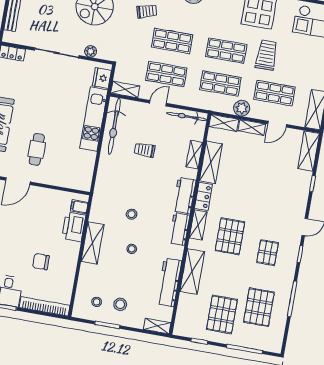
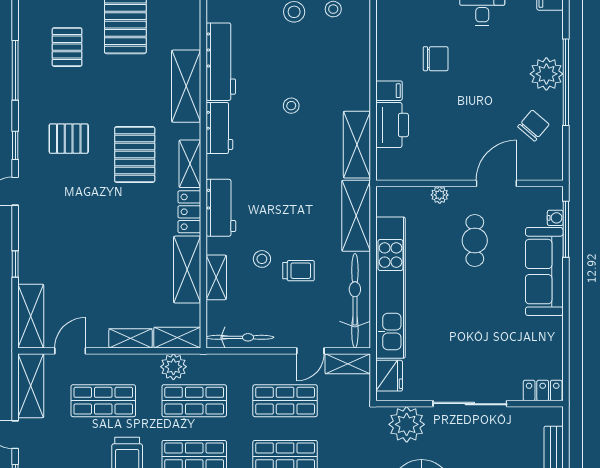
plant: (91, 51) -> (407, 424), width x1.88, depth x1.88
door: (158, 103) -> (310, 351), moved
plant: (242, 108) -> (173, 367), moved
kitchen unit: (94, 119) -> (390, 288), width x1.36
door: (277, 124) -> (70, 351), moved
shelving: (105, 177) -> (356, 216), added
plant: (53, 180) -> (440, 195), added
filing cabinet: (79, 207) -> (389, 91), moved
stool: (132, 214) -> (262, 259), moved
workbench: (179, 229) -> (219, 128), moved
shelving: (93, 243) -> (357, 145), moved
pallet: (268, 253) -> (69, 139), turned 90
pallet: (259, 307) -> (67, 47), width x0.67, depth x0.71

